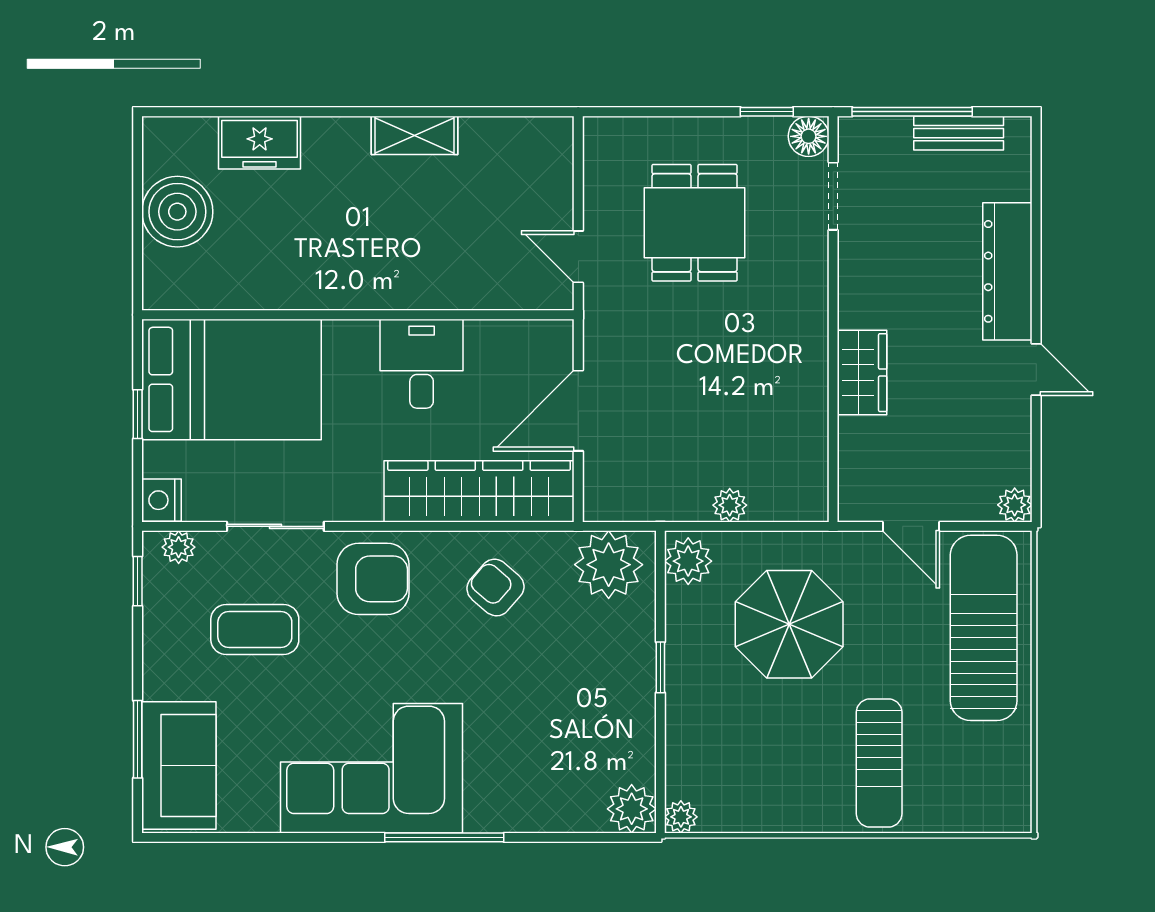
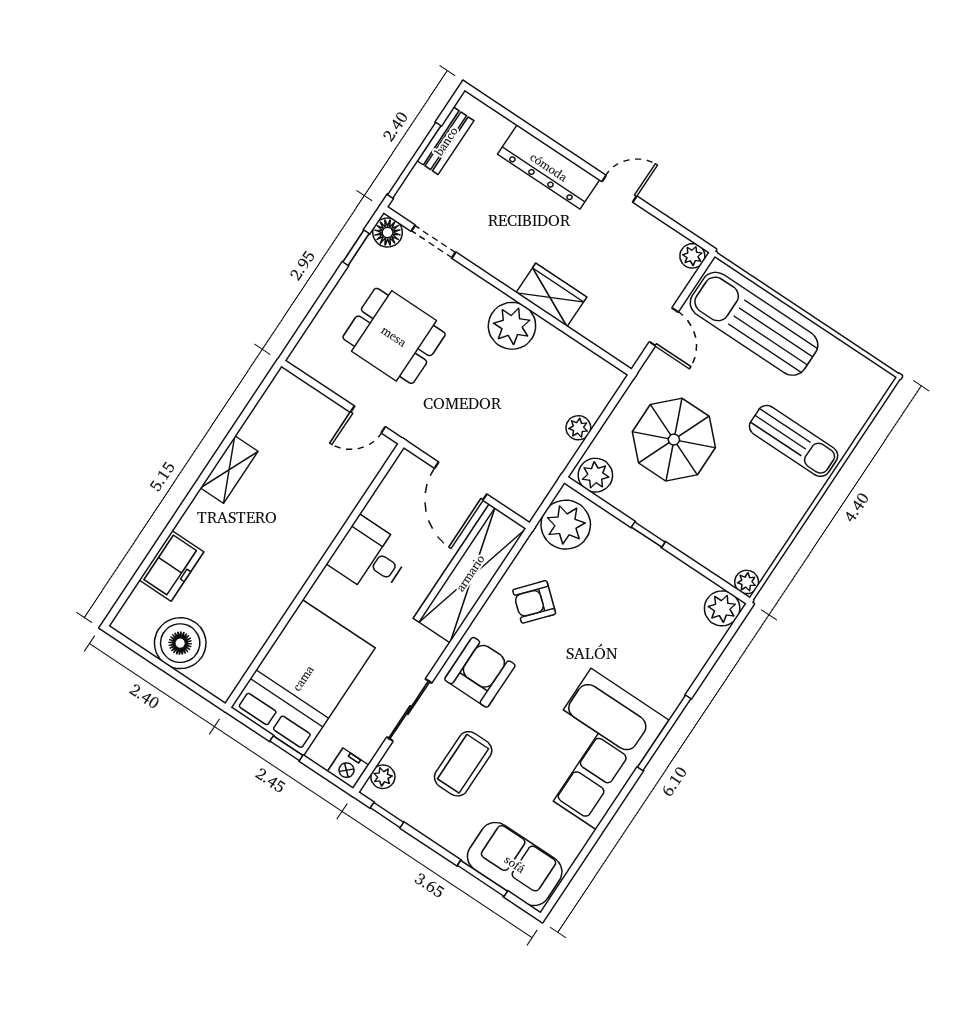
plant: (796, 351) -> (512, 326), added
door: (911, 526) -> (664, 327), hinge flipped

